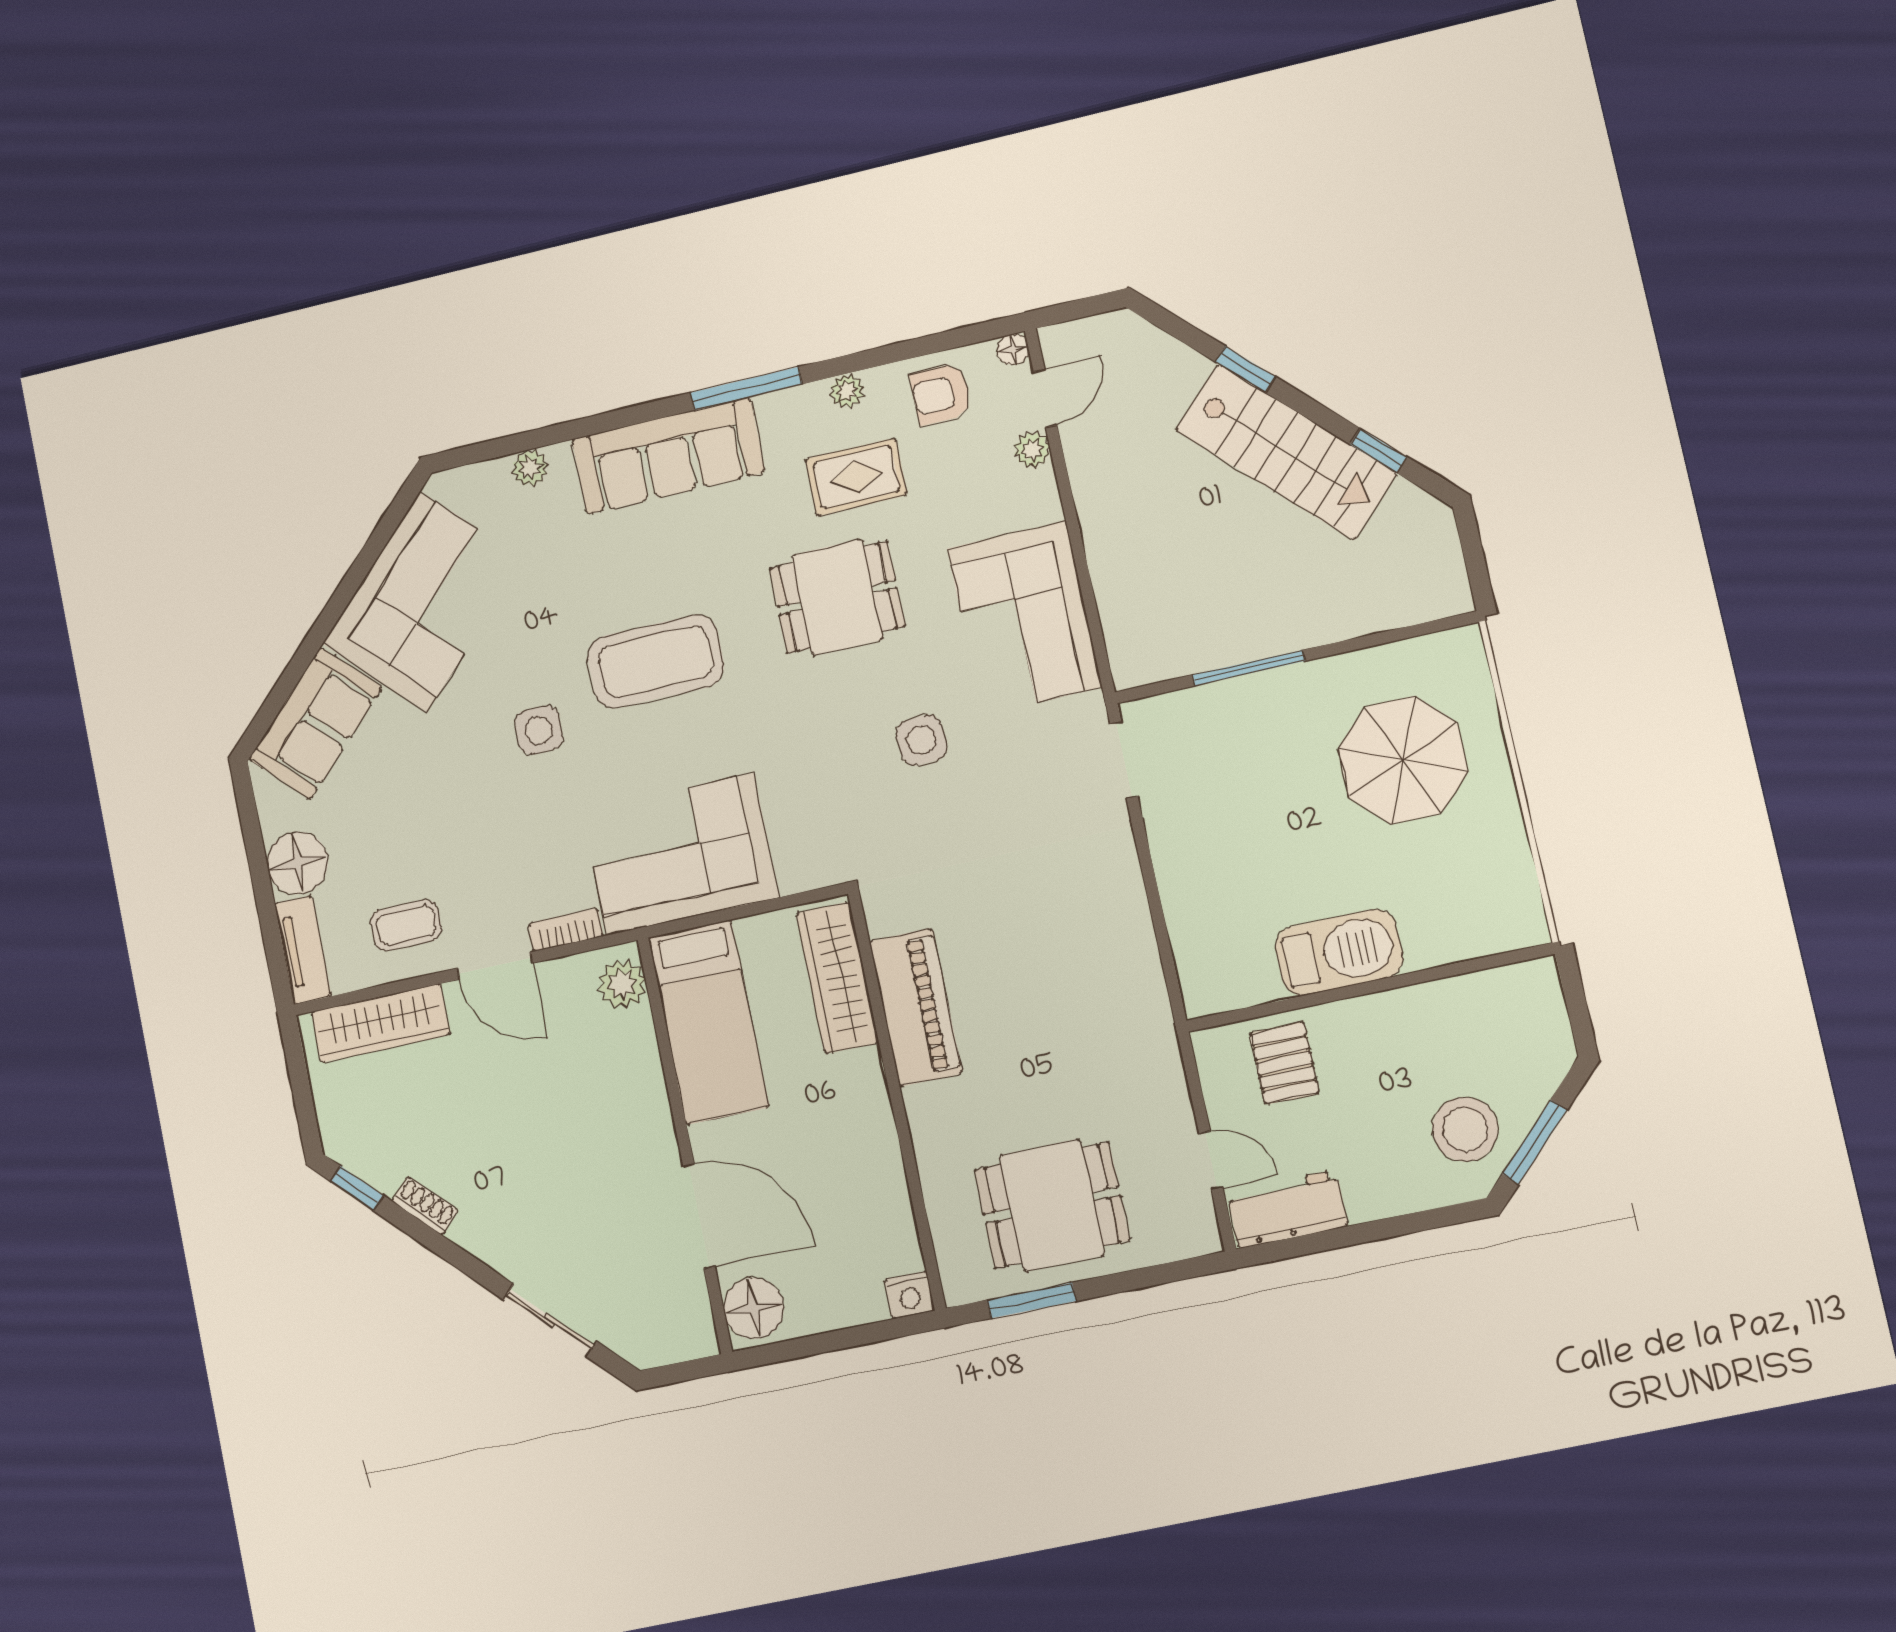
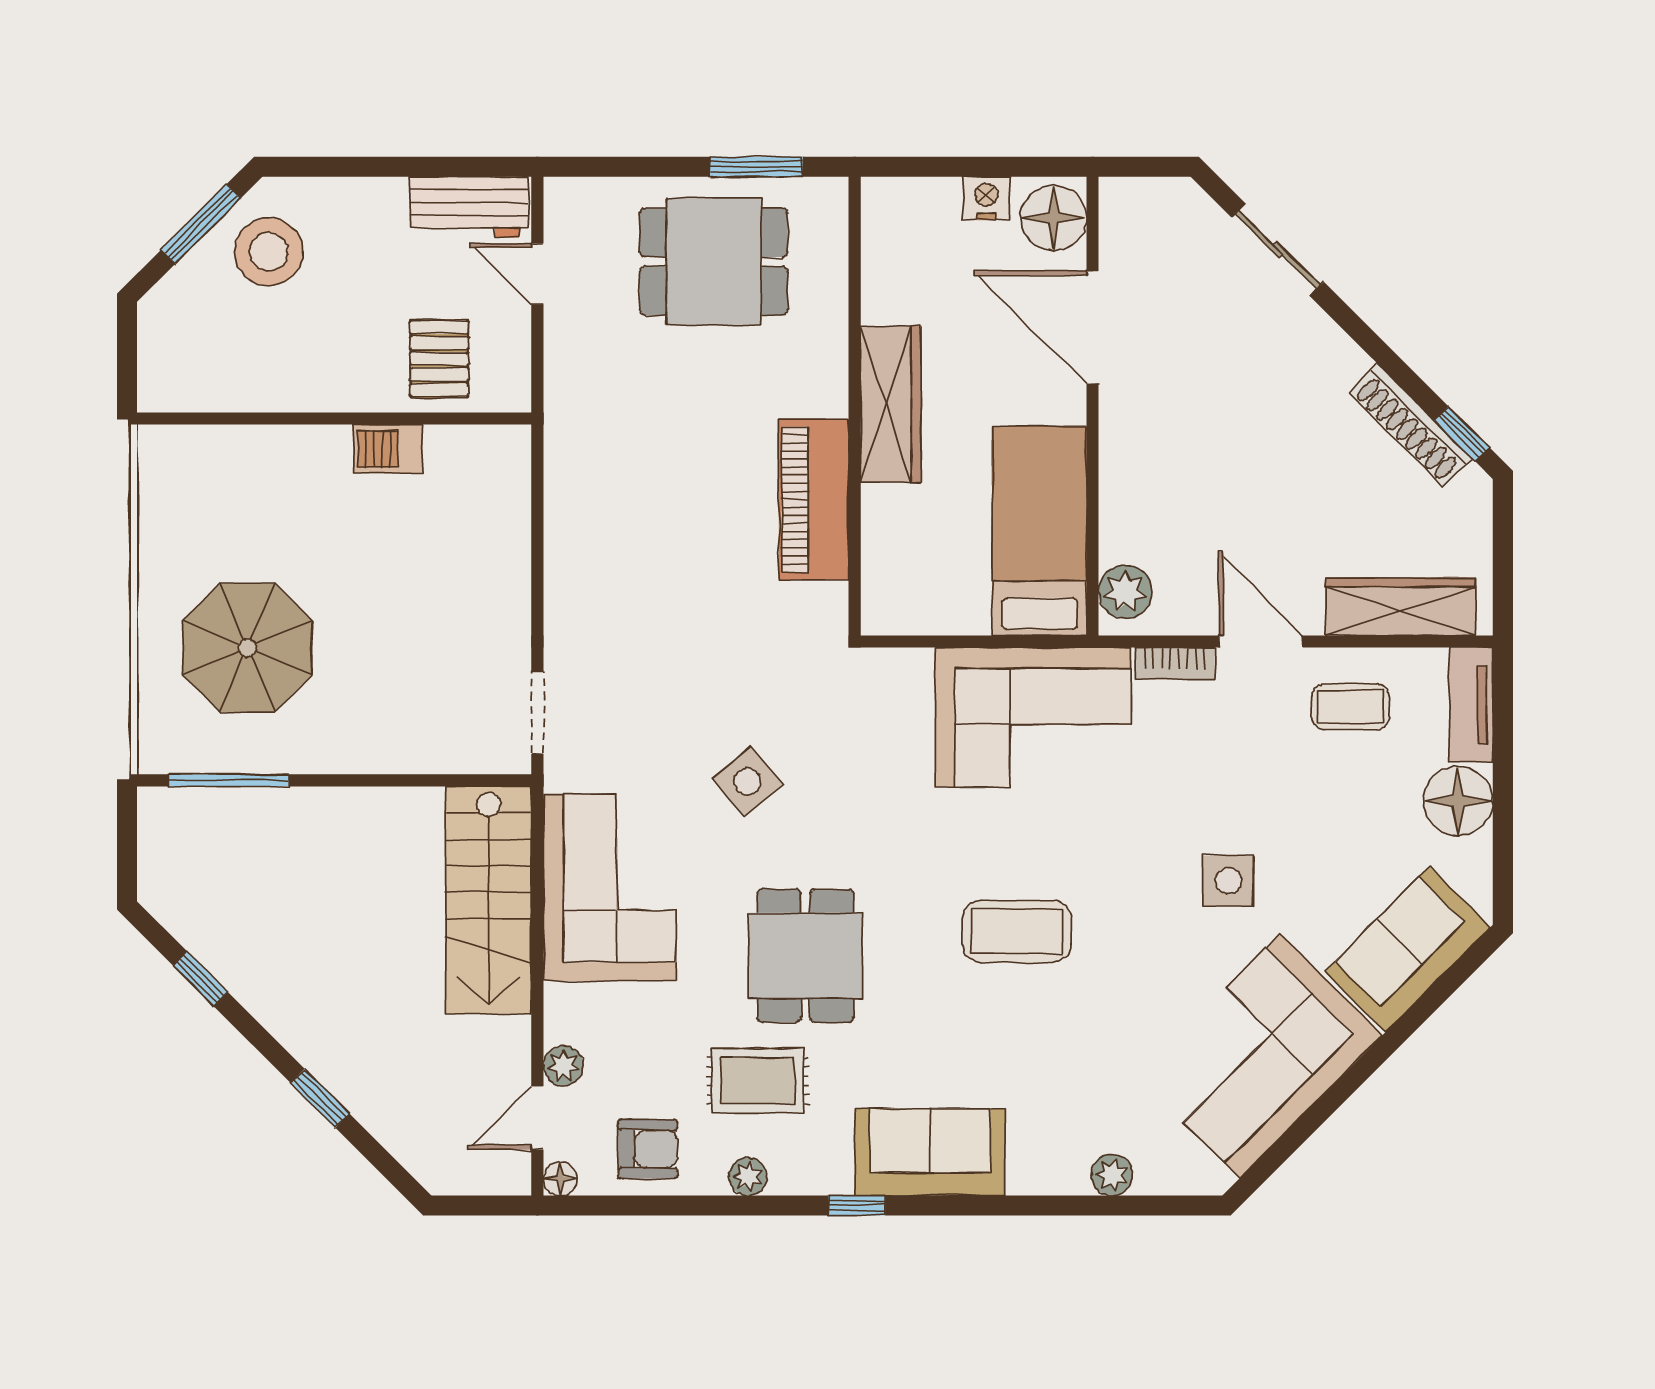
window: (746, 388) -> (857, 1206), width x0.46
stairs: (1286, 452) -> (489, 900), moved, turned -135
sofa: (668, 456) -> (930, 1152), width x0.73
dining table: (837, 597) -> (806, 956), turned 90
coffee table: (656, 662) -> (1017, 931), width x0.73, depth x0.76
window: (1249, 668) -> (229, 780), moved
side table: (539, 730) -> (1228, 881), moved
side table: (921, 740) -> (748, 782), turned -37
barbecue: (1339, 952) -> (388, 449), width x0.53, depth x0.65
wardrobe: (837, 978) -> (891, 404), moved
shoe rack: (425, 1206) -> (1410, 426), width x1.94, depth x1.24
nightstand: (910, 1295) -> (986, 198), moved

